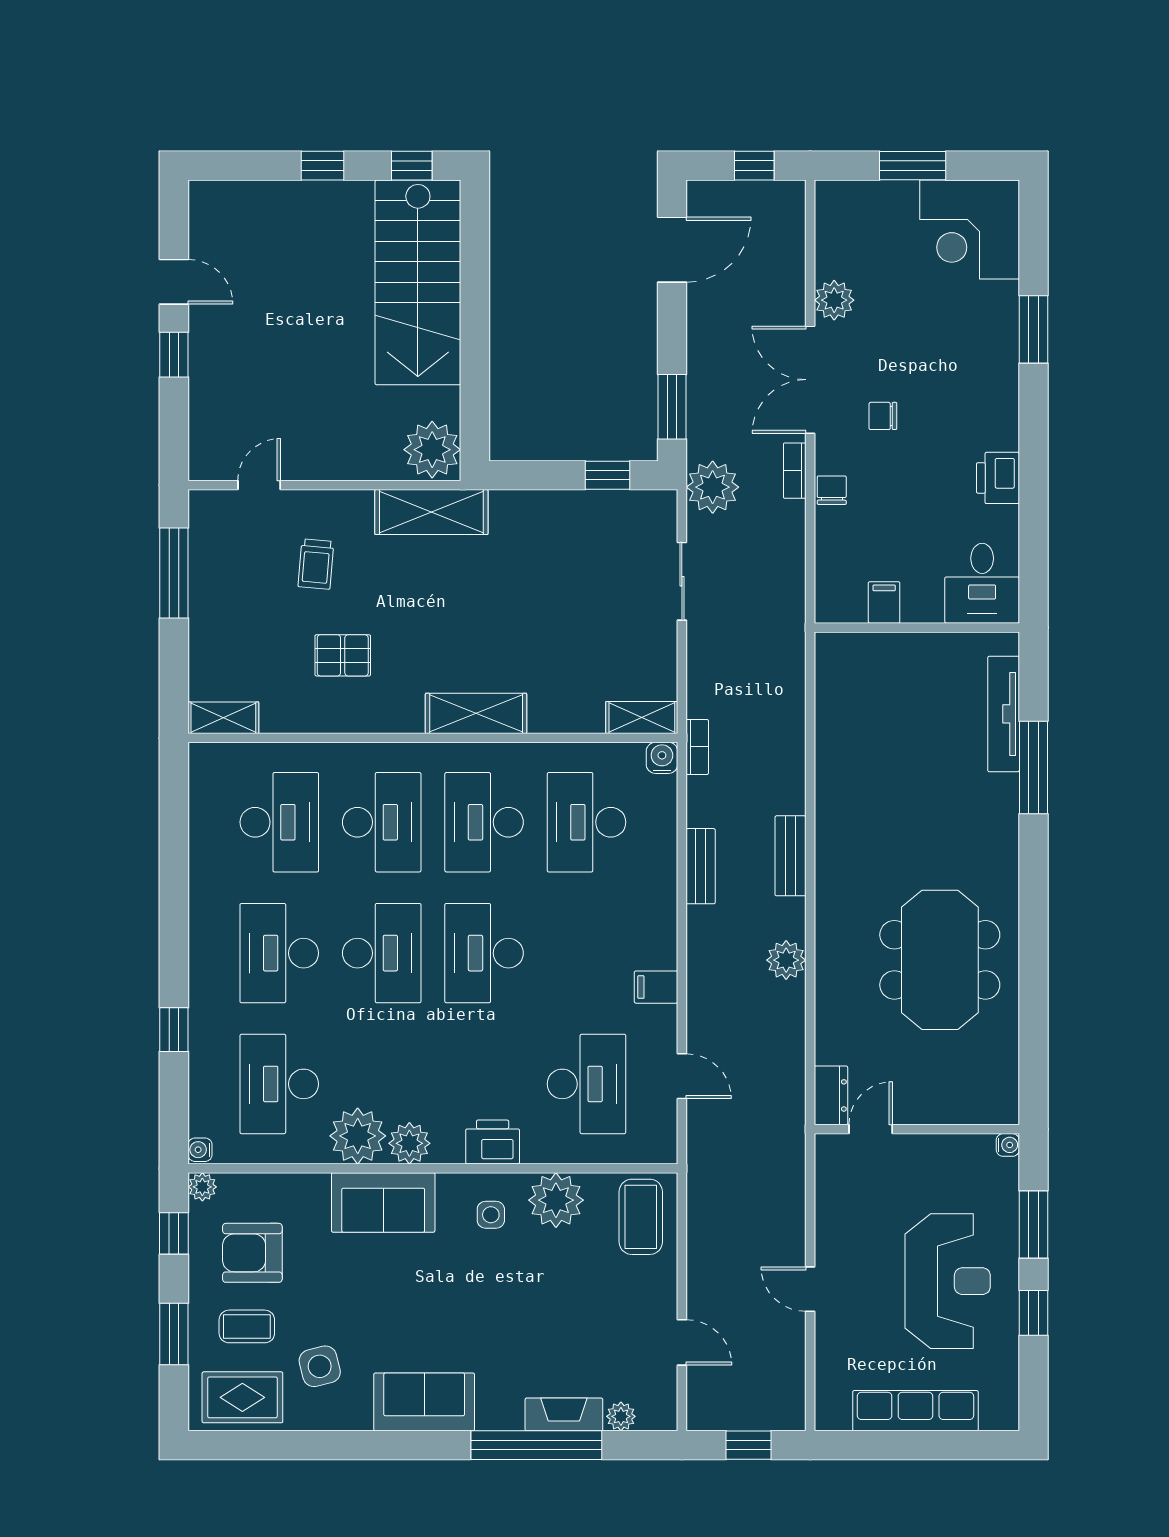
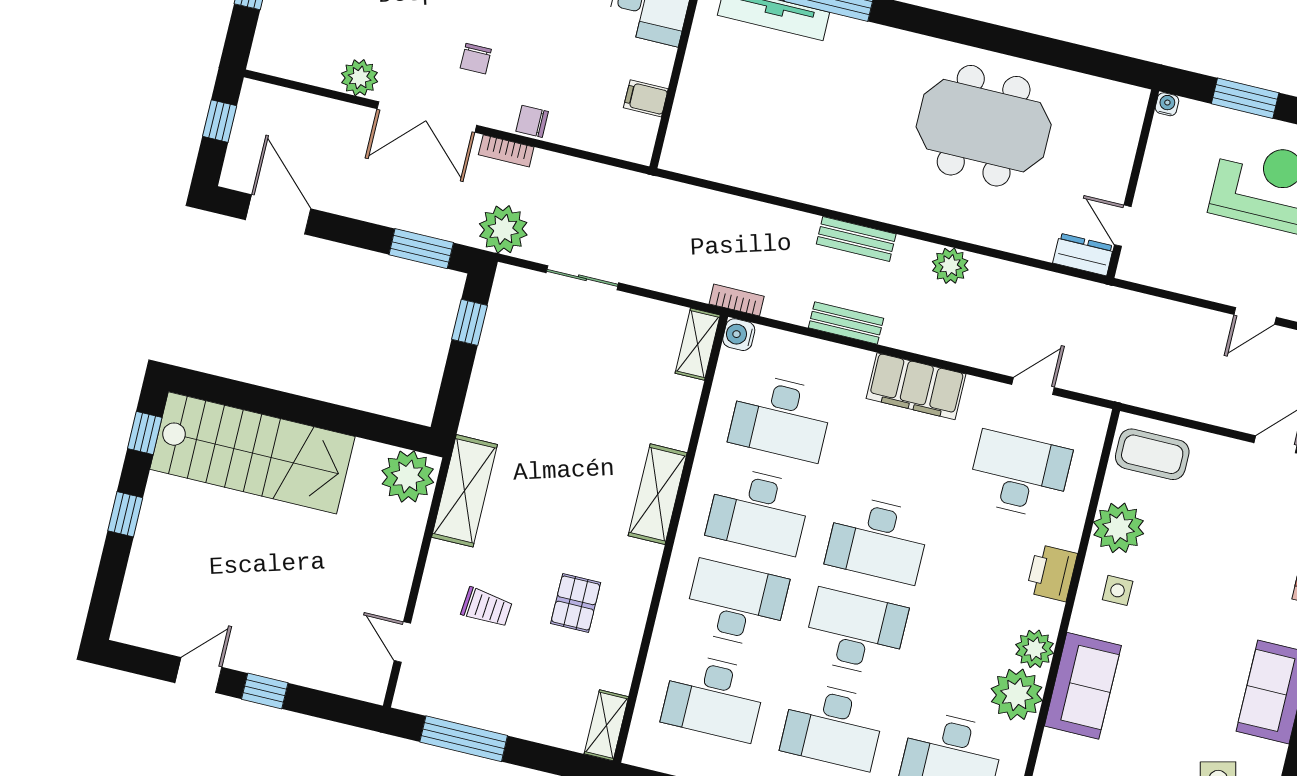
desk: (279, 822) -> (714, 697), turned 180
filing cabinet: (656, 987) -> (916, 386), width x3.00, depth x1.17

